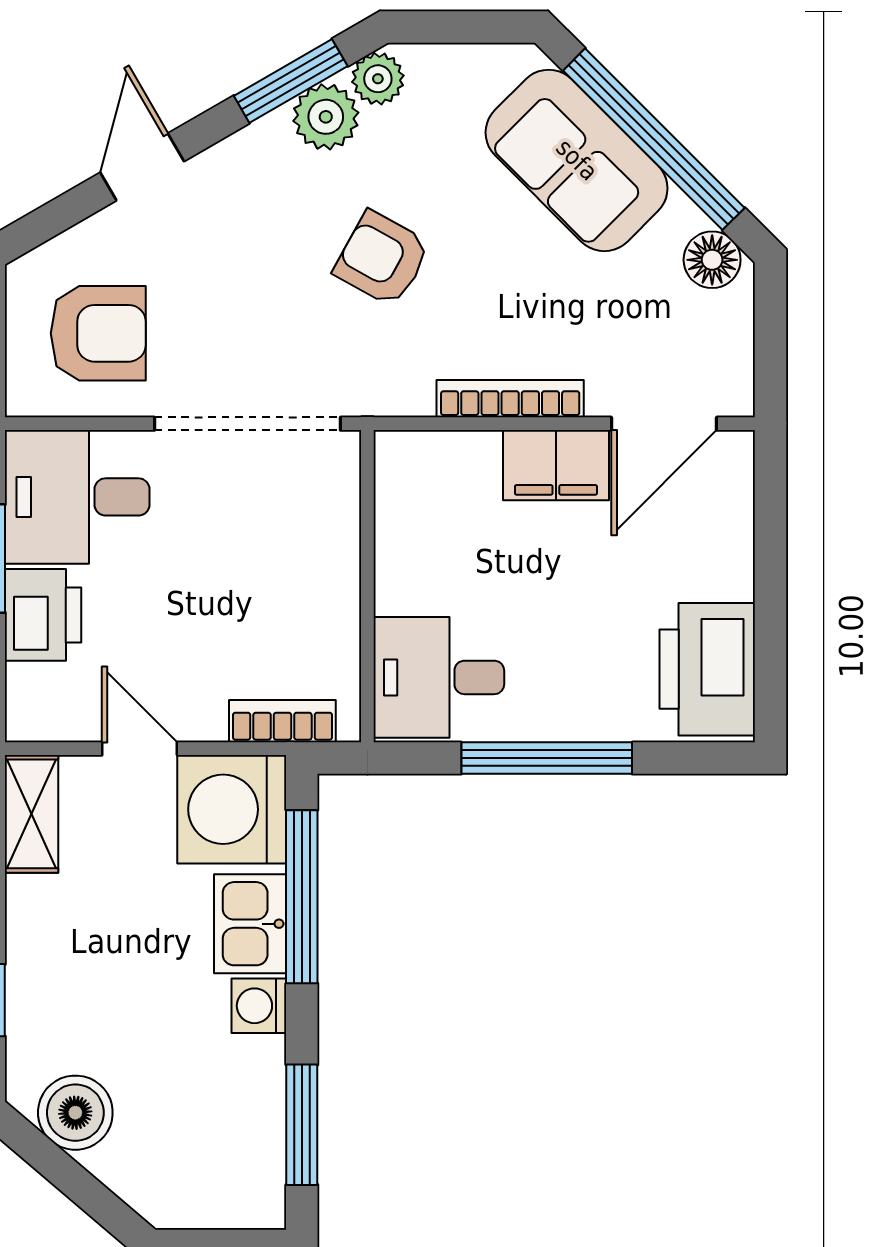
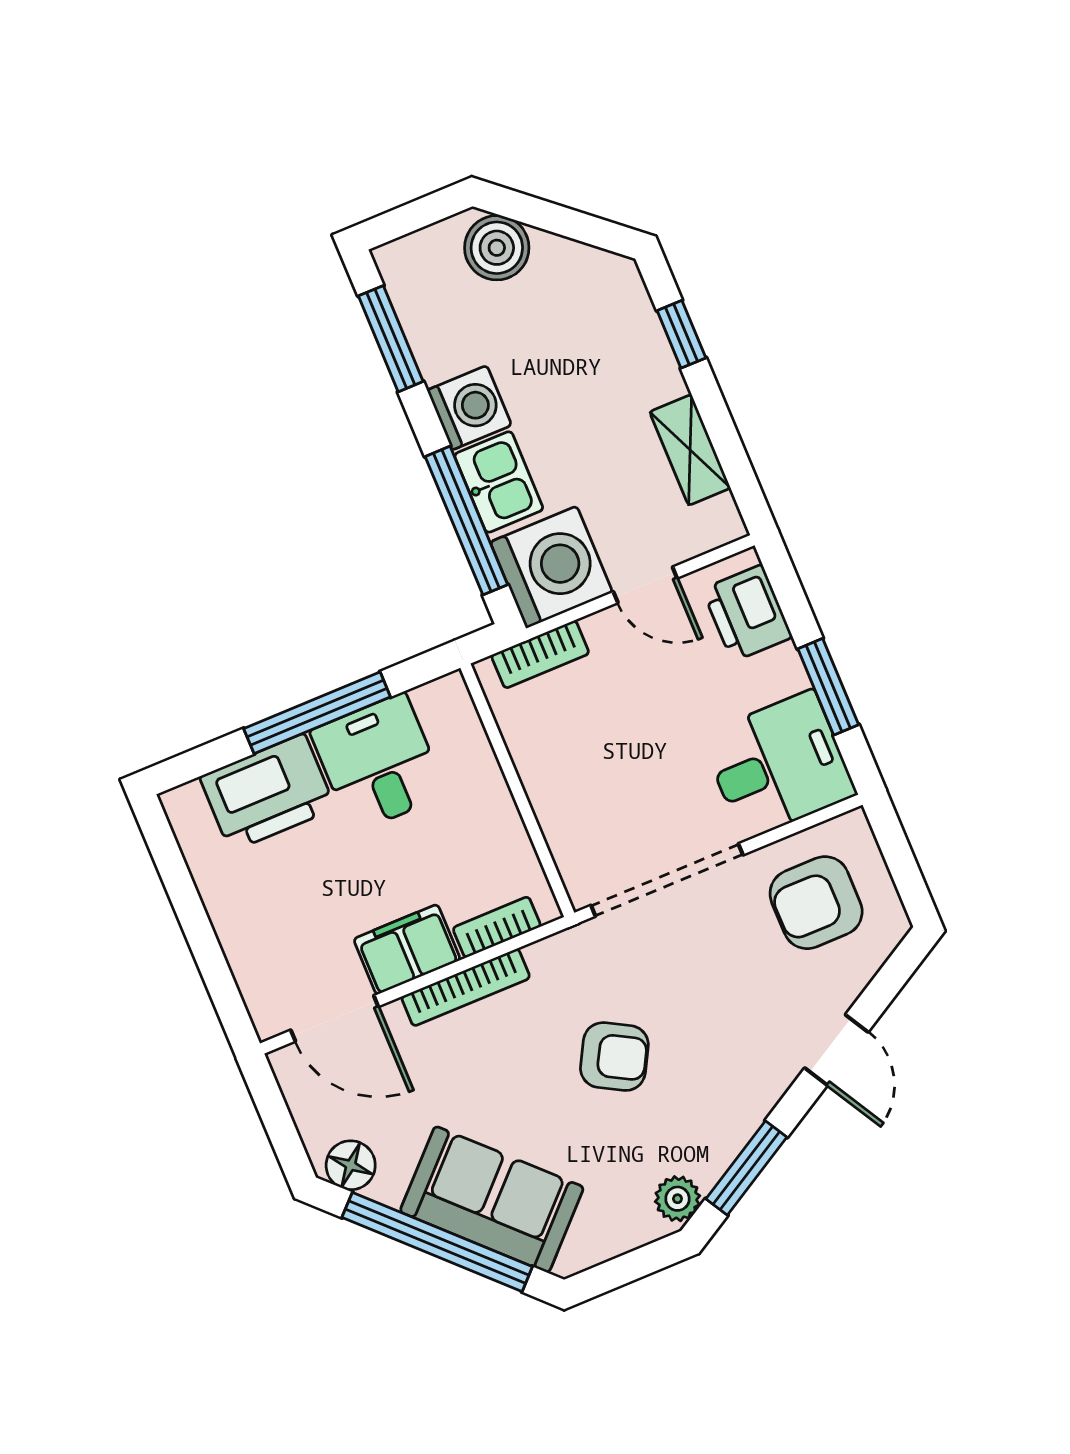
plant: (326, 117) -> (706, 1151), removed
door: (664, 424) -> (335, 1018), swing flipped
bookcase: (450, 449) -> (497, 927), added
printer: (43, 615) -> (747, 613), moved
printer: (707, 669) -> (267, 793), moved, turned 90
desk: (439, 677) -> (378, 763), moved, turned -90
shelving: (32, 814) -> (690, 450), moved
washing machine: (259, 1006) -> (469, 408), width x1.38, depth x1.38
boiler: (75, 1113) -> (497, 248), moved

